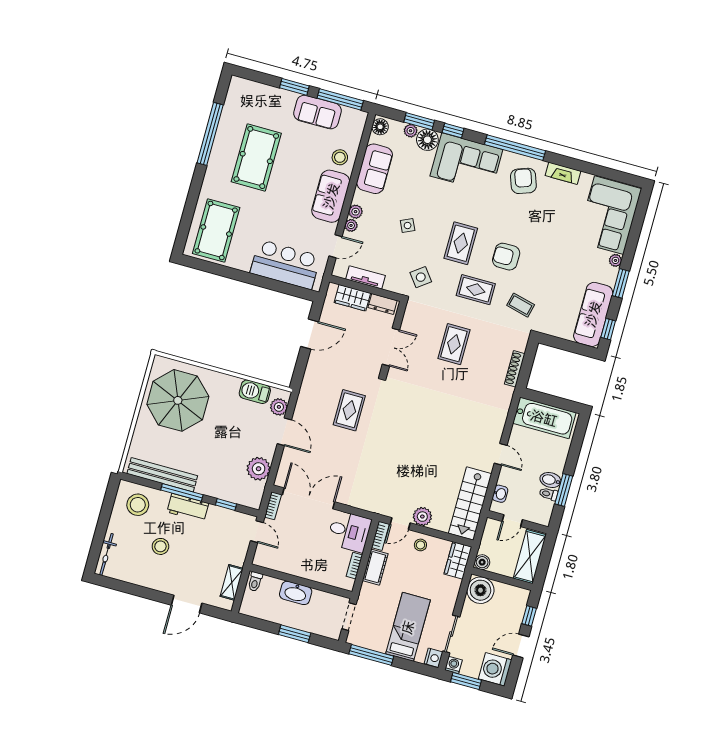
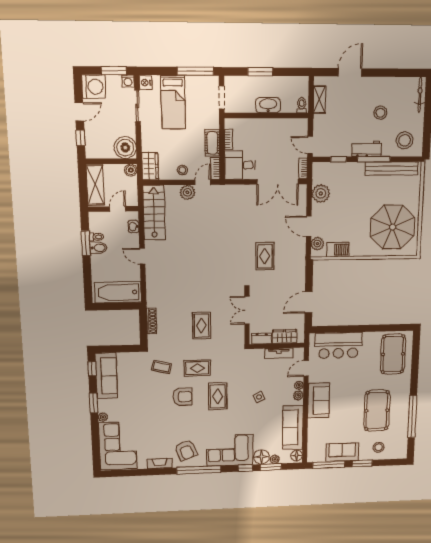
stool: (340, 157) -> (379, 447), moved
sofa: (375, 169) -> (293, 427), width x1.36
side table: (421, 277) -> (239, 365), removed

